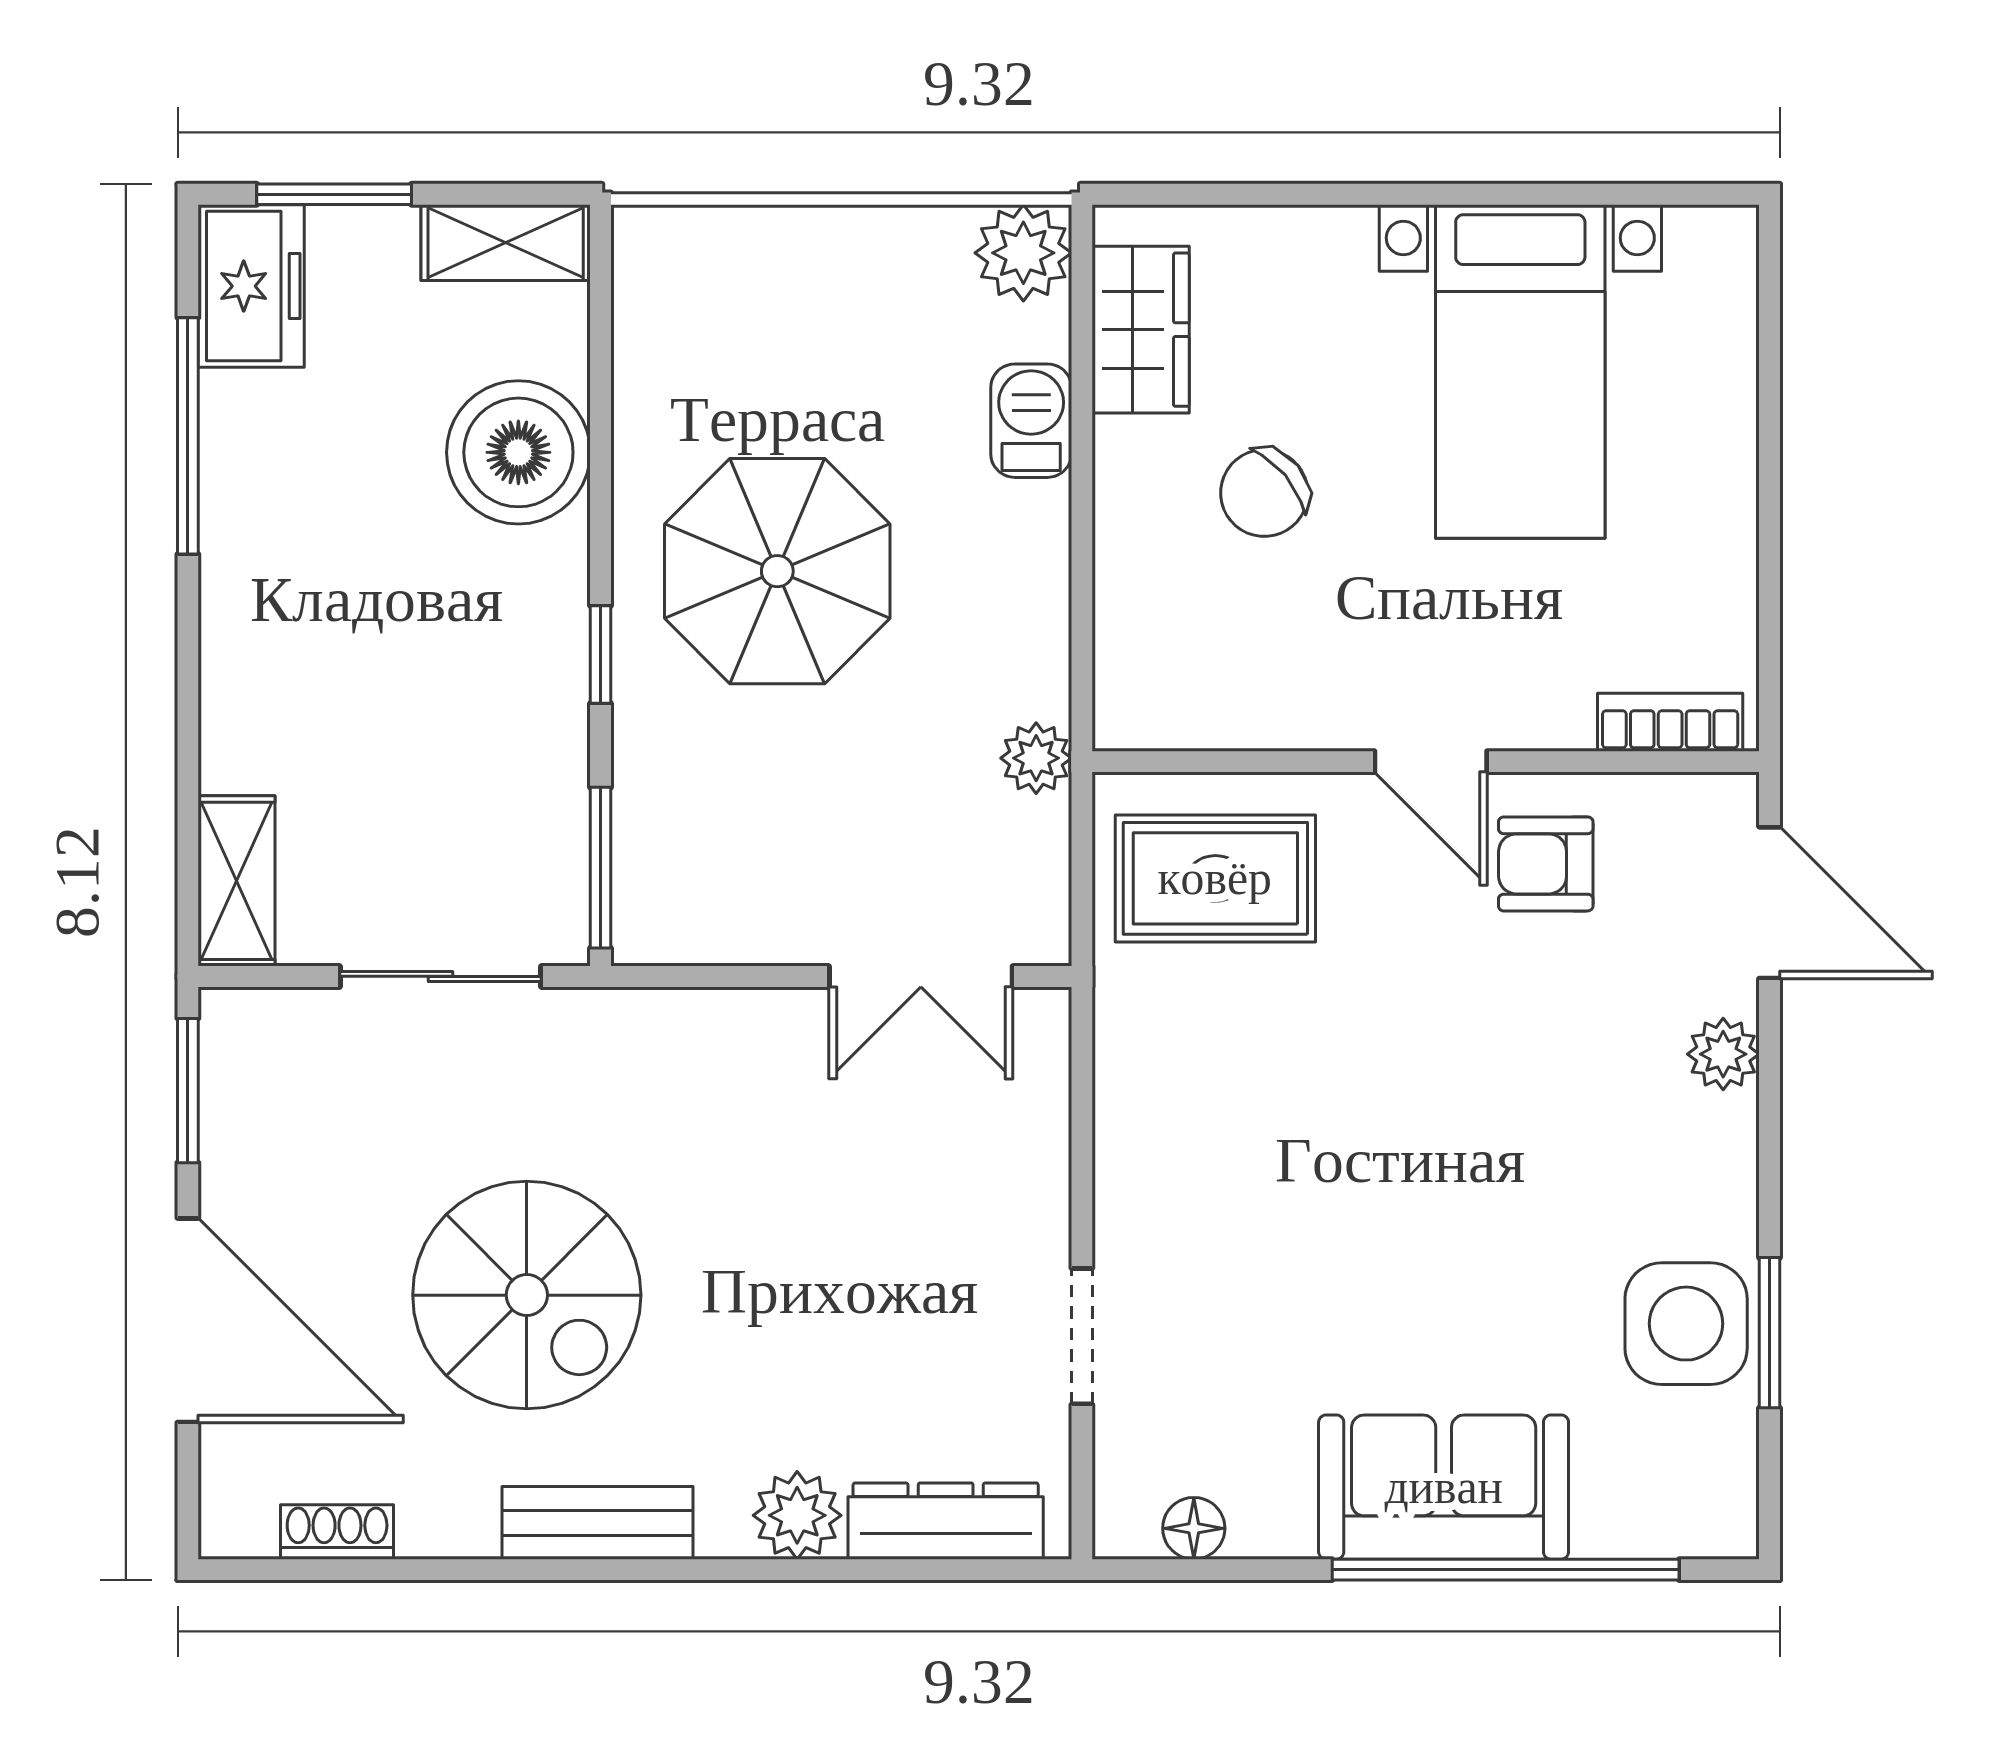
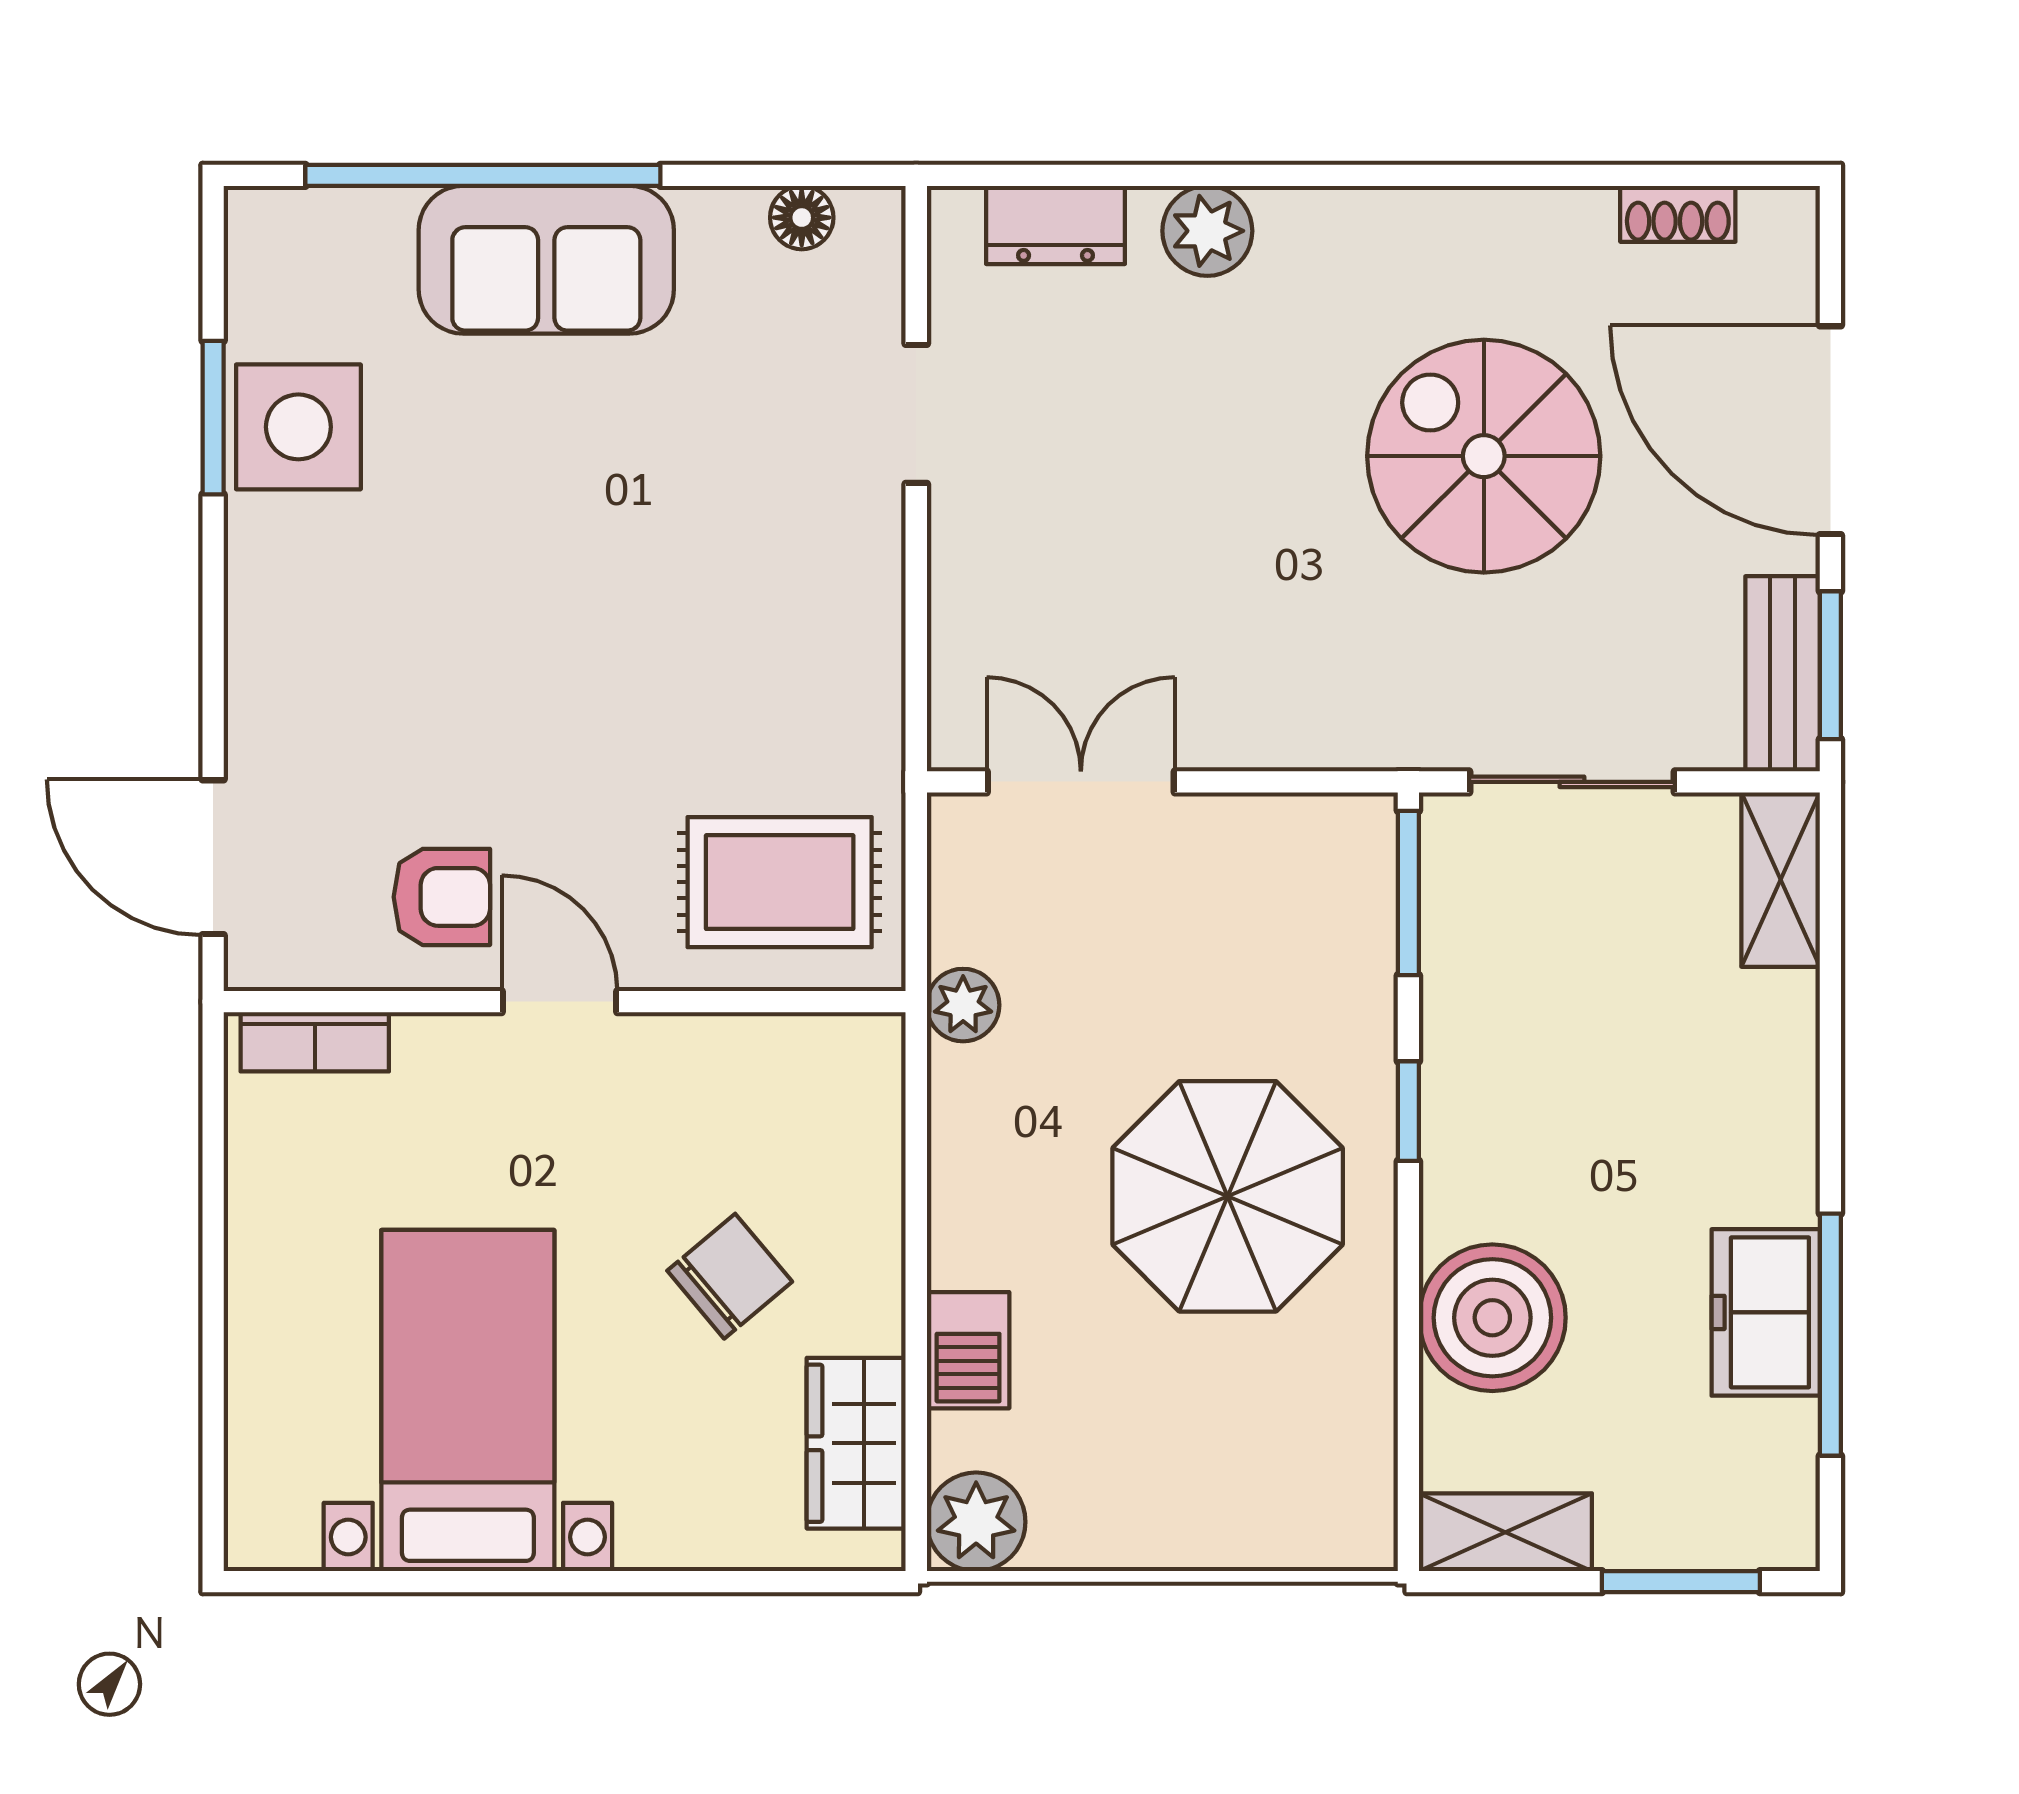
freezer: (251, 286) -> (1766, 1312), moved
plant: (1723, 1054) -> (260, 703), removed
dresser: (946, 1521) -> (1056, 225), width x0.70
bench: (597, 1523) -> (1783, 674), moved, turned 90

